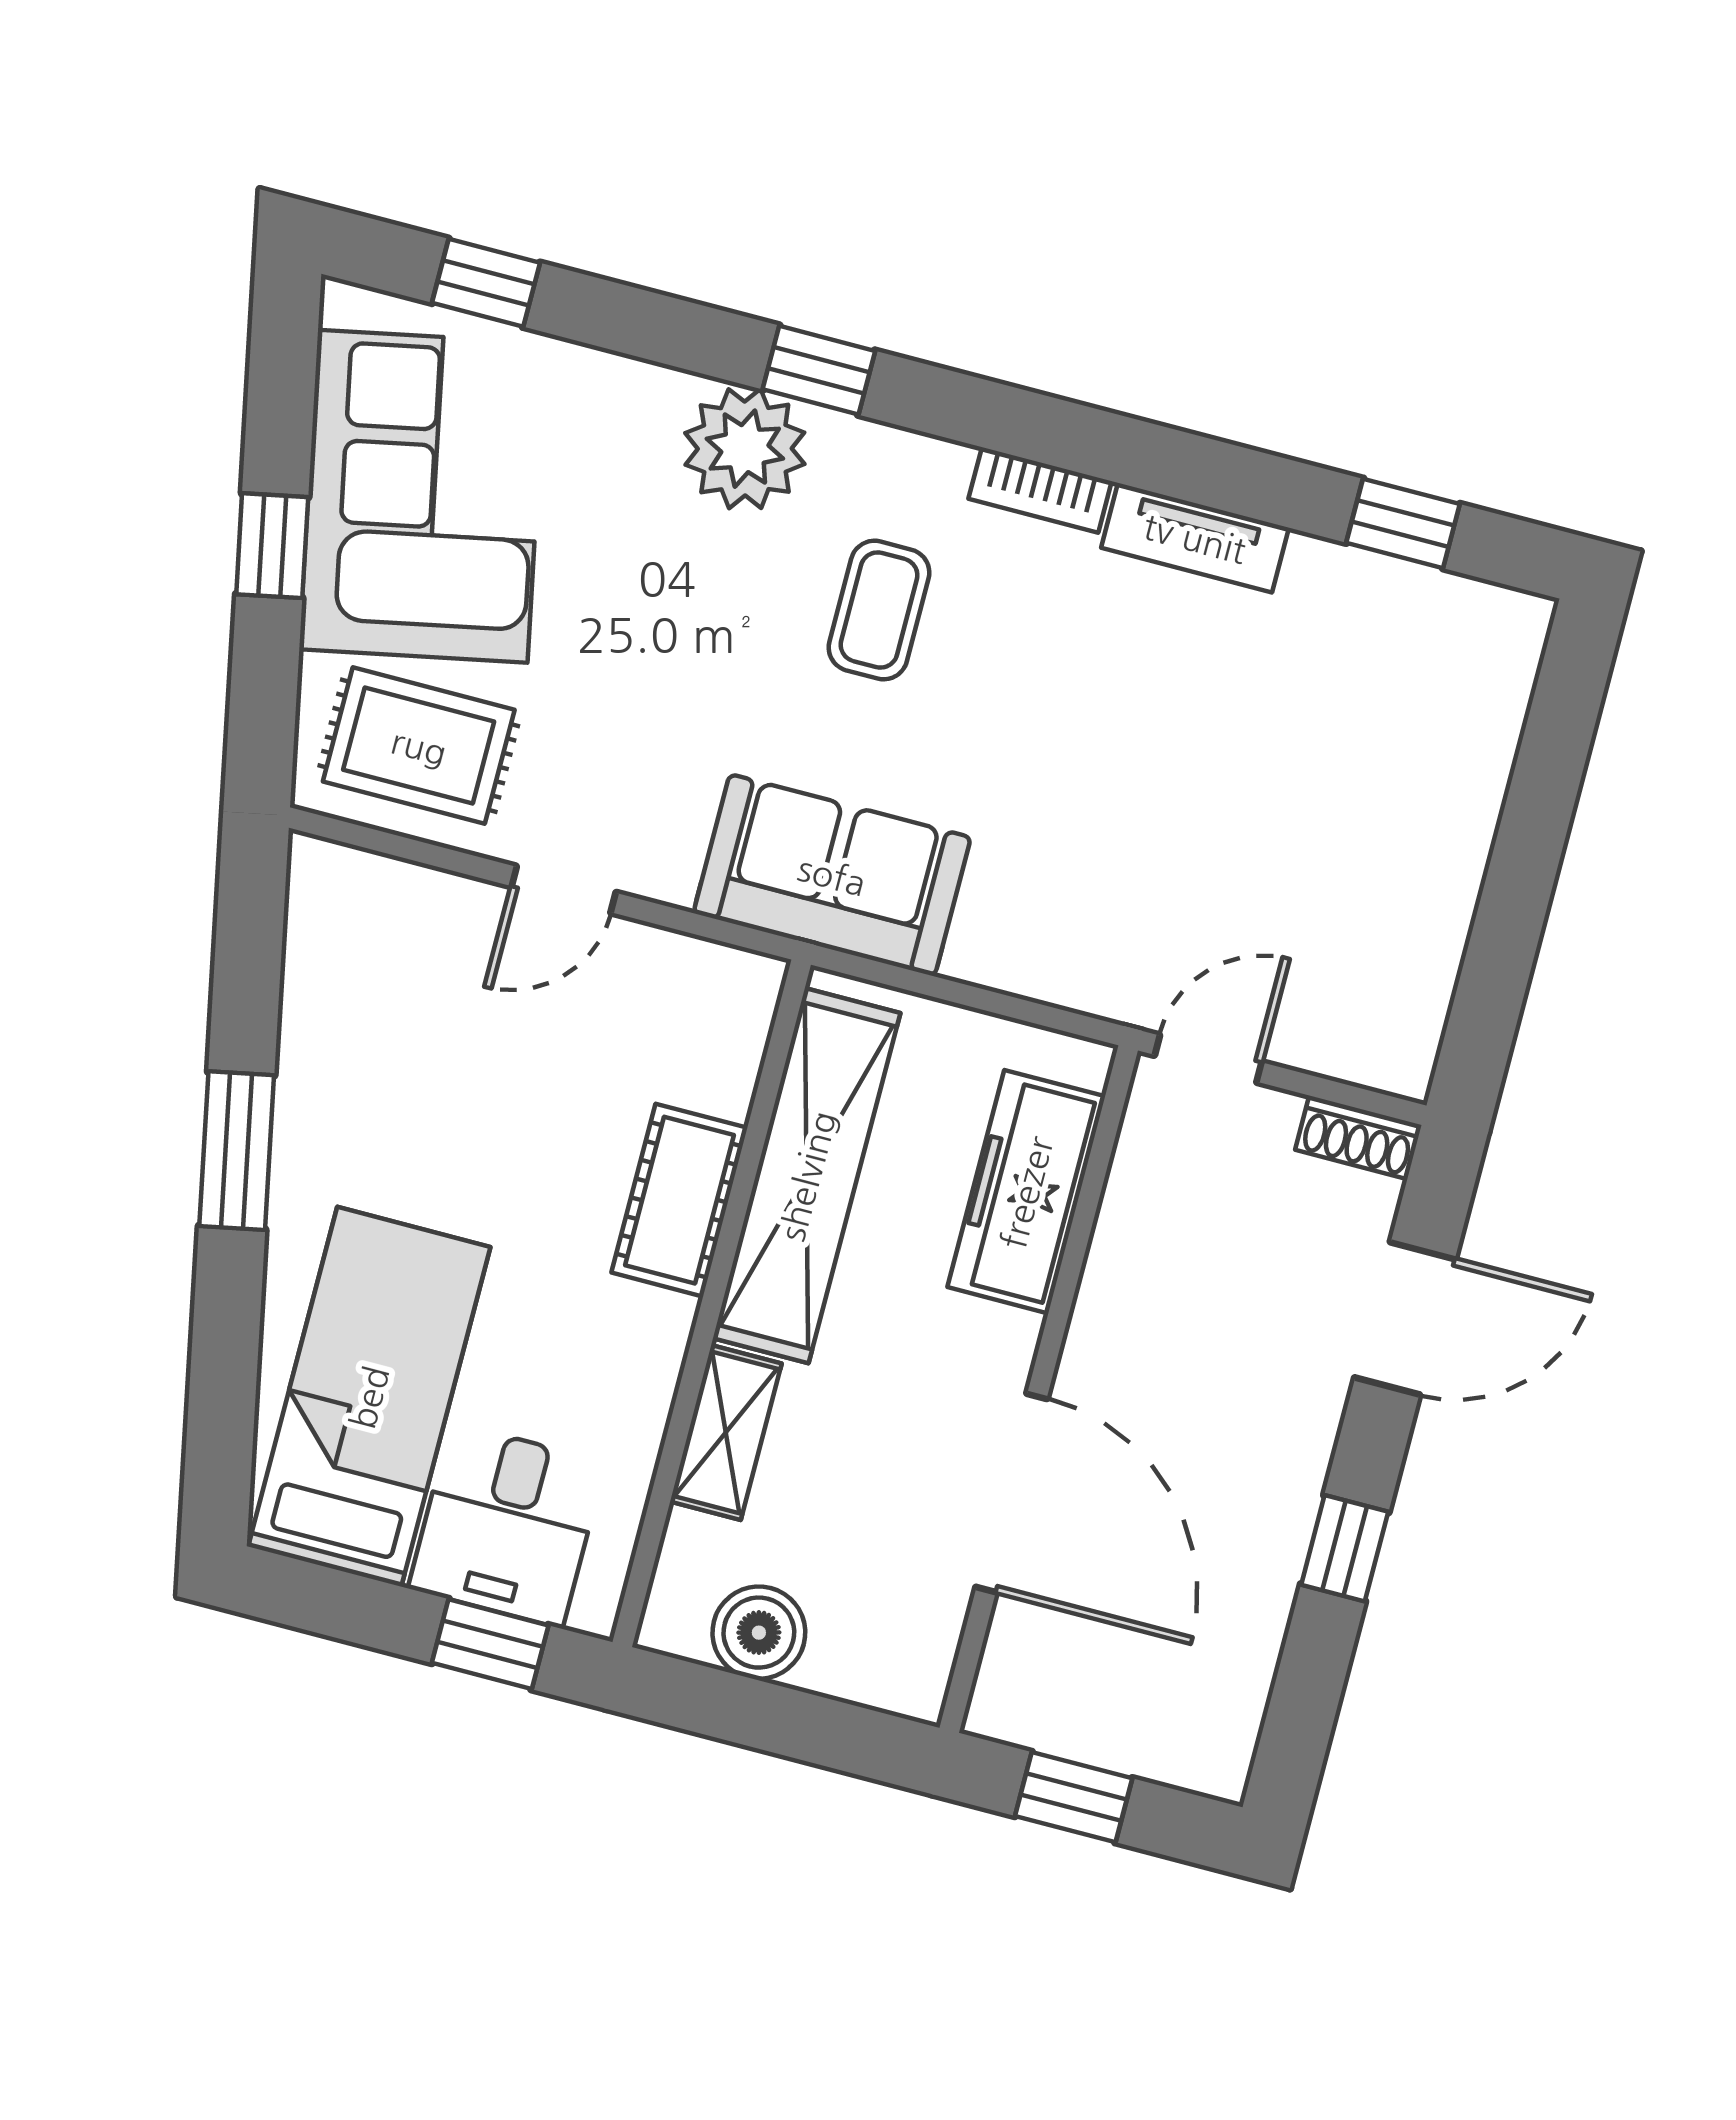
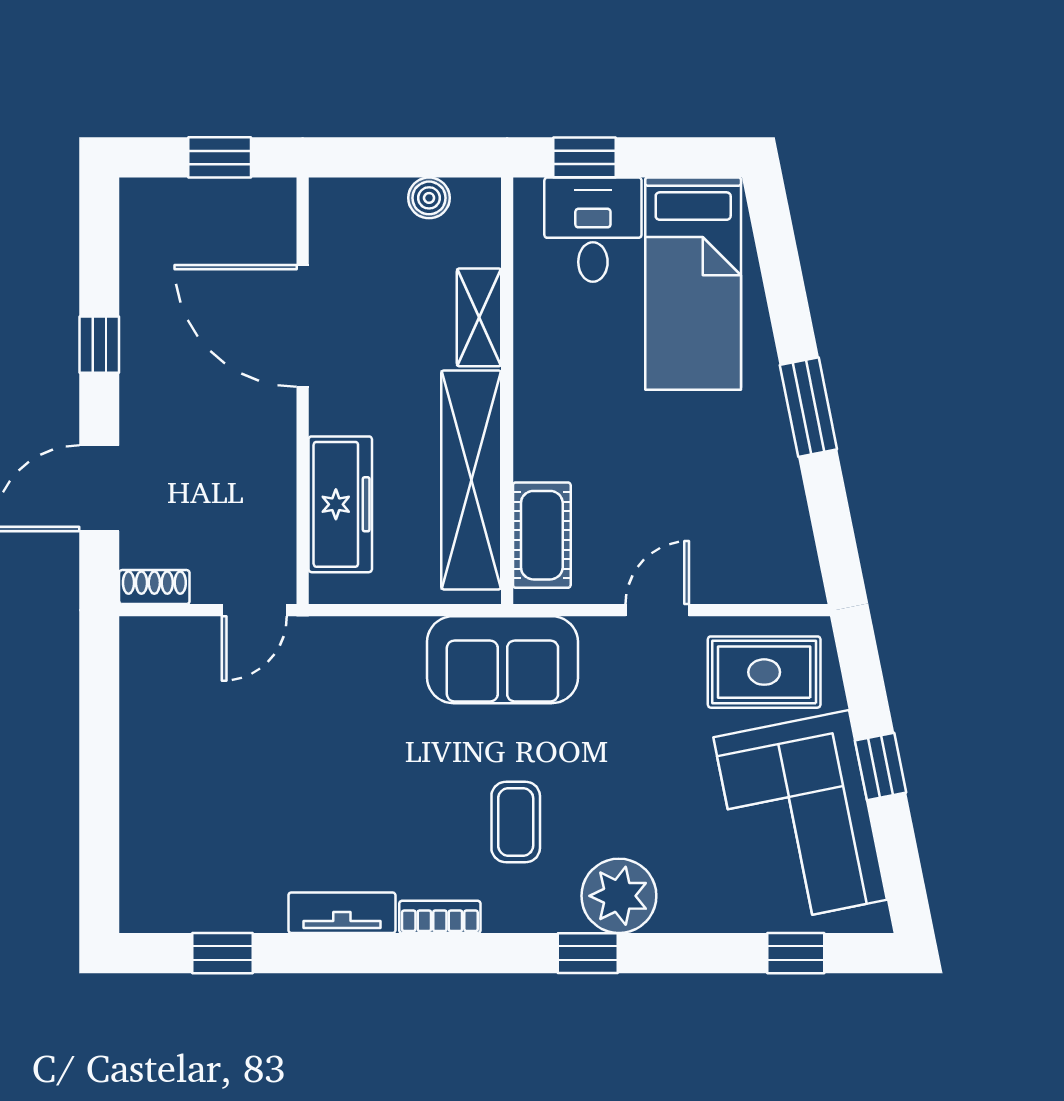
cot: (679, 1200) -> (542, 535), moved
boiler: (759, 1633) -> (429, 198), width x0.73, depth x0.73

